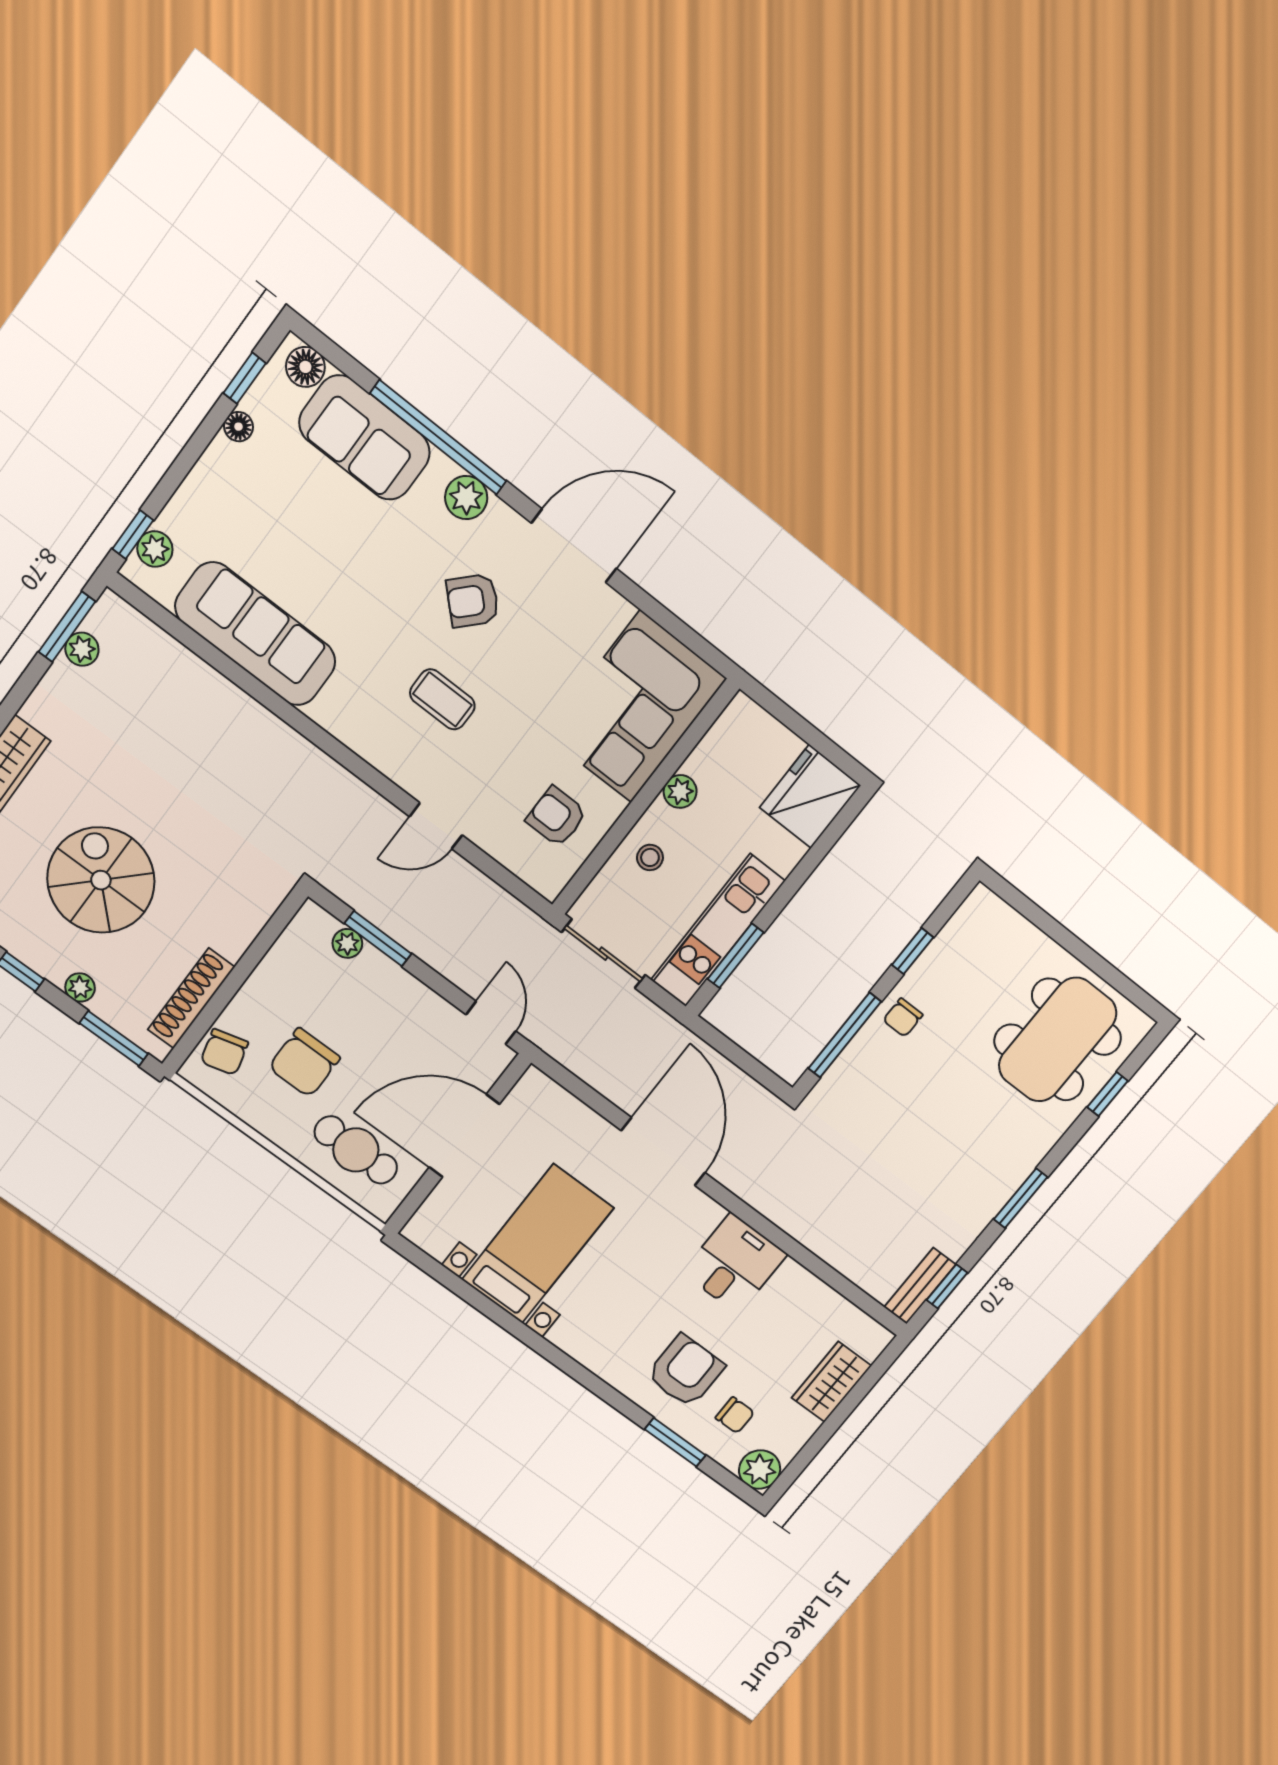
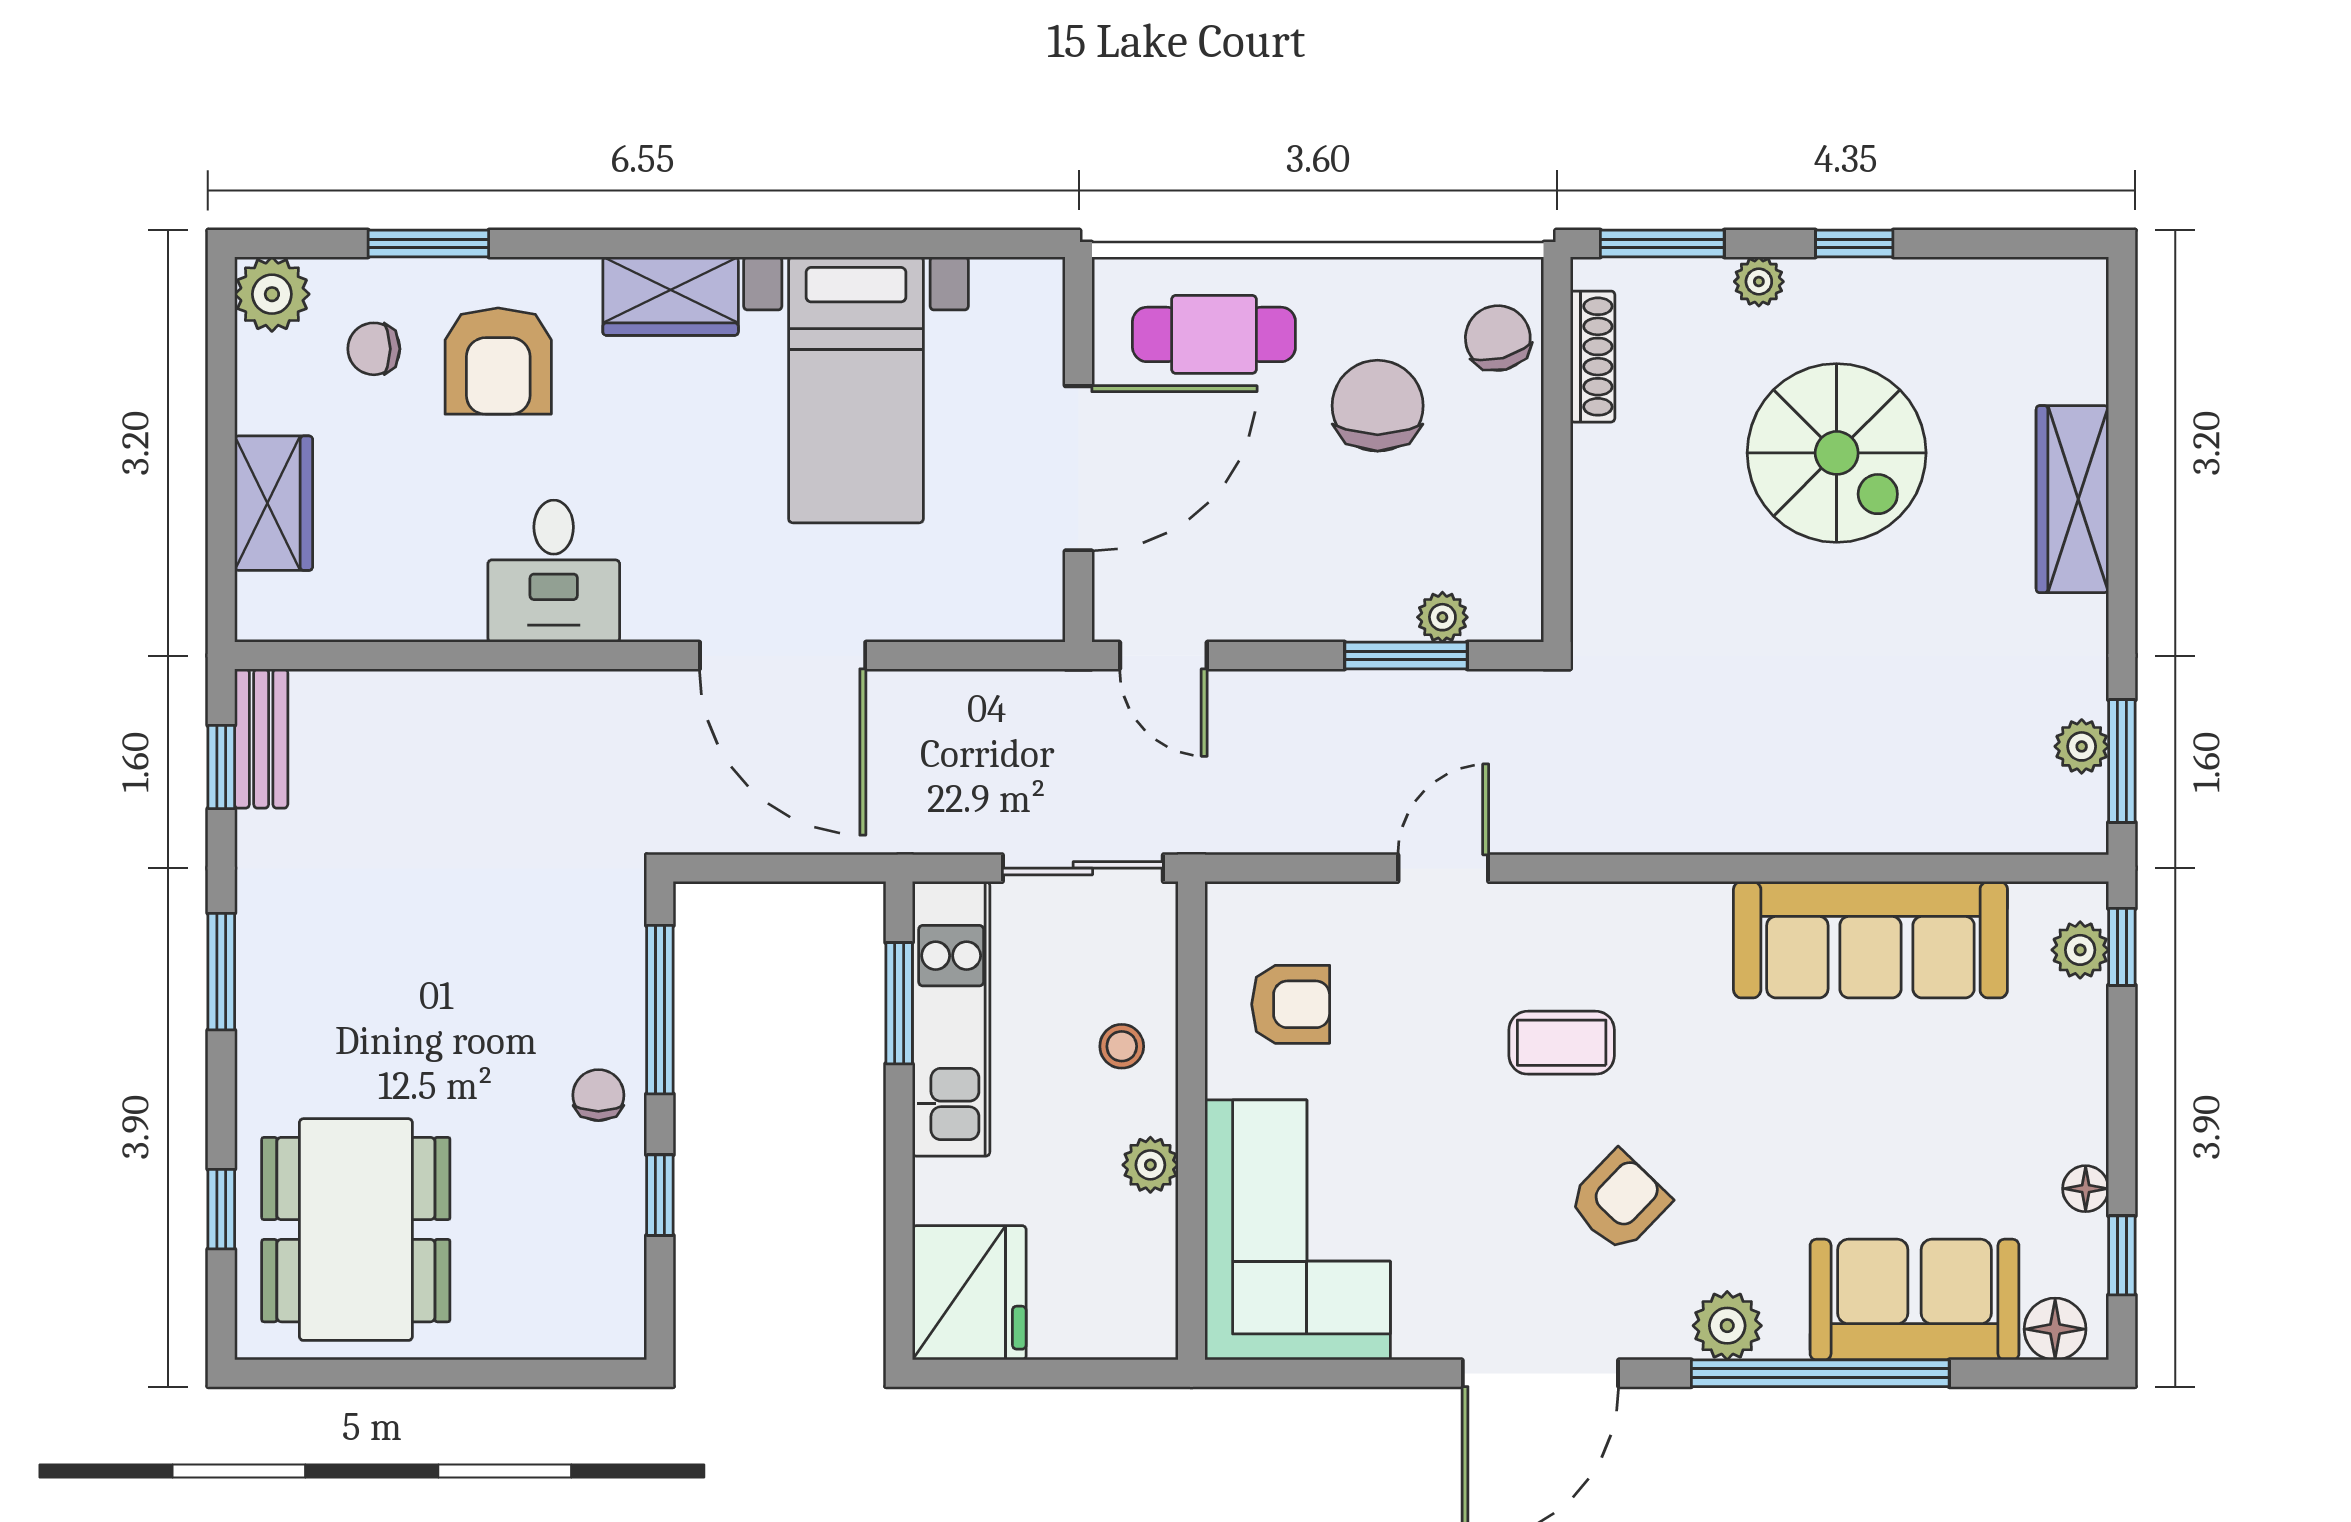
shoe rack: (191, 998) -> (1593, 357), width x0.74, depth x0.81
wardrobe: (588, 1344) -> (671, 296), added

